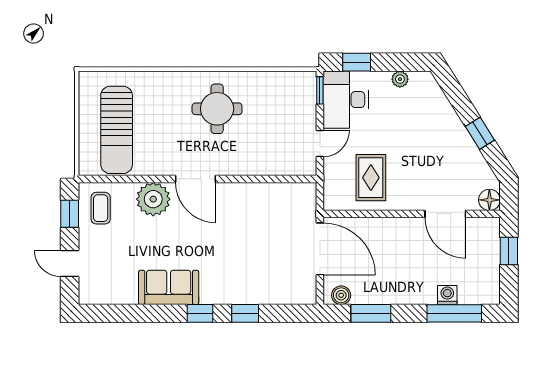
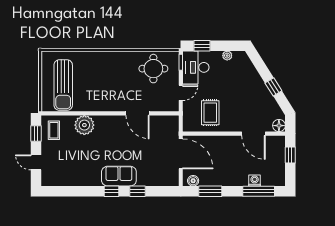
round table: (217, 109) -> (153, 69), moved
door: (196, 179) -> (138, 113), moved
sofa: (169, 287) -> (119, 176), moved

